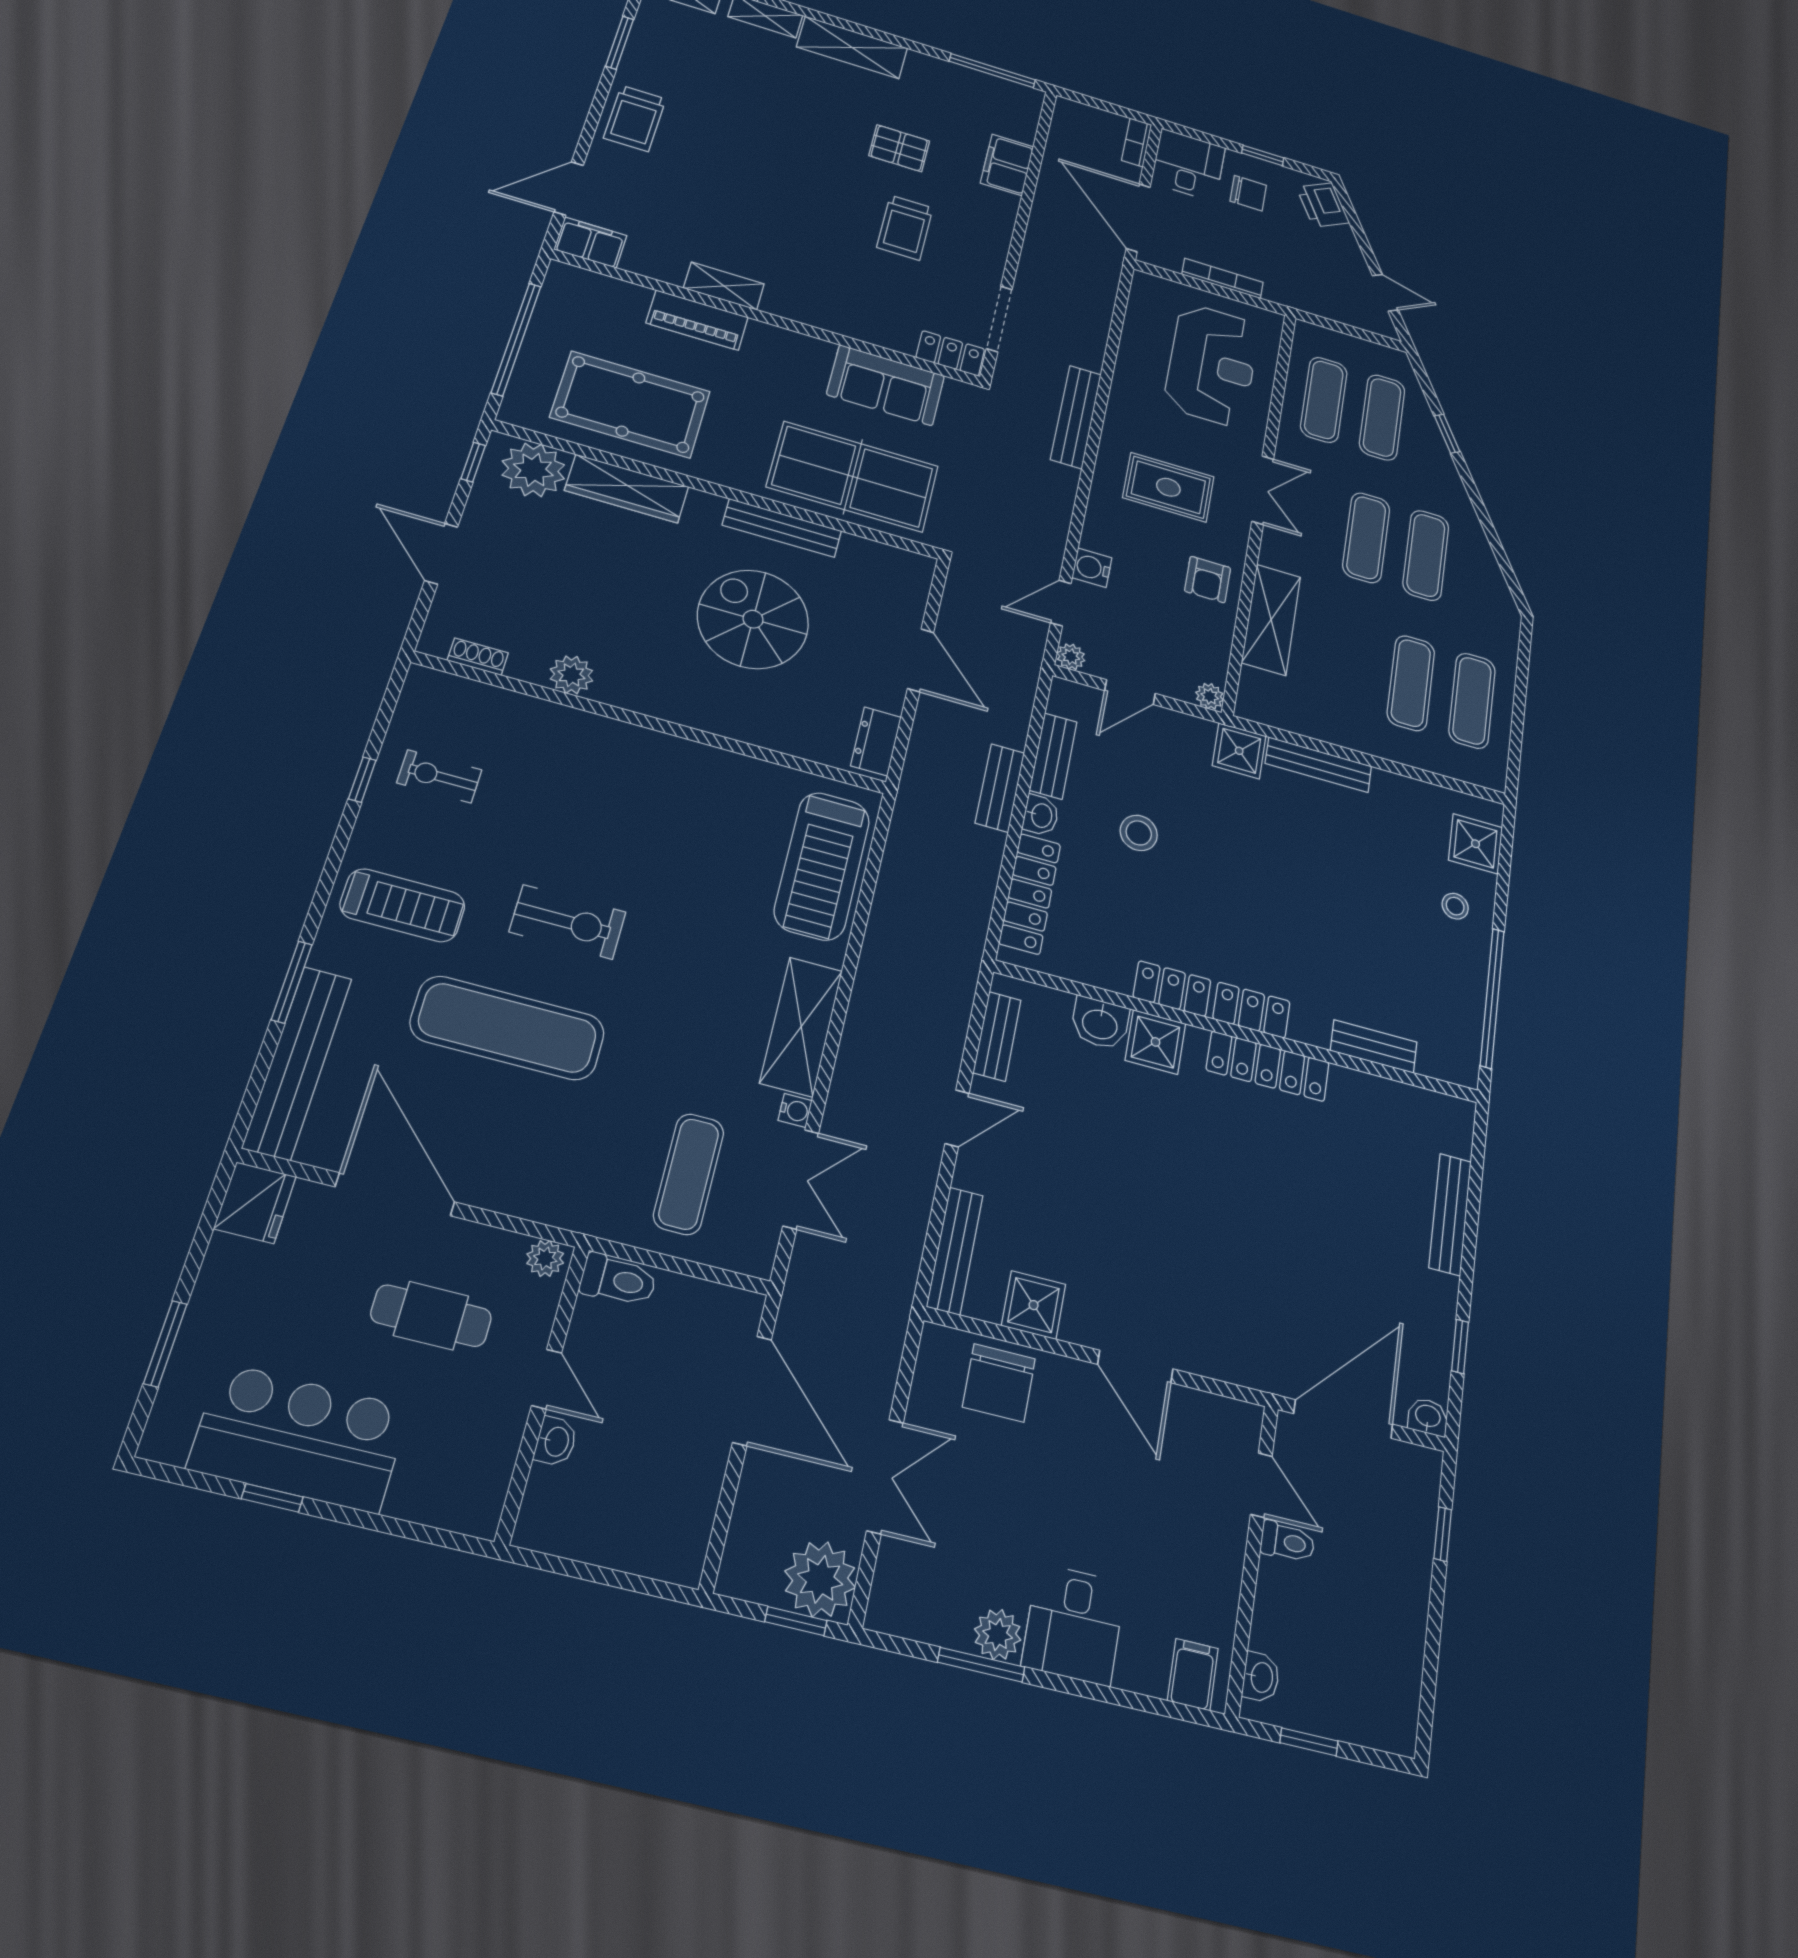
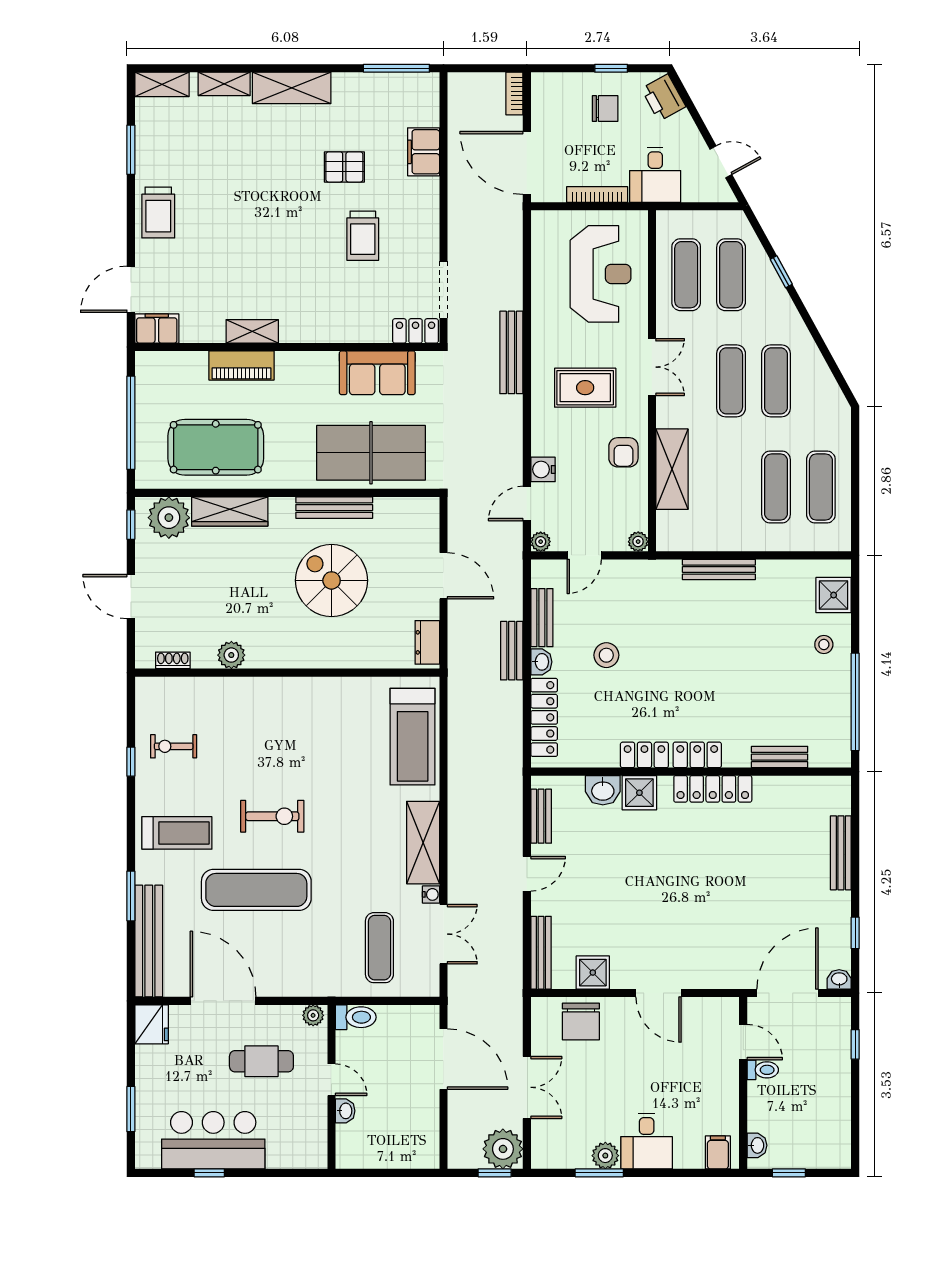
desk: (1188, 165) -> (655, 175), moved, turned 180
shower: (1239, 751) -> (664, 576), removed

